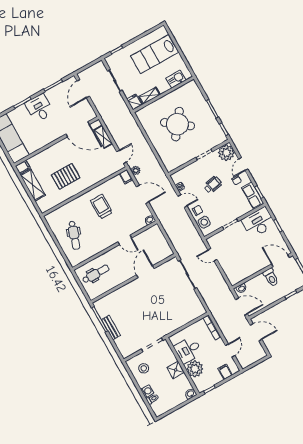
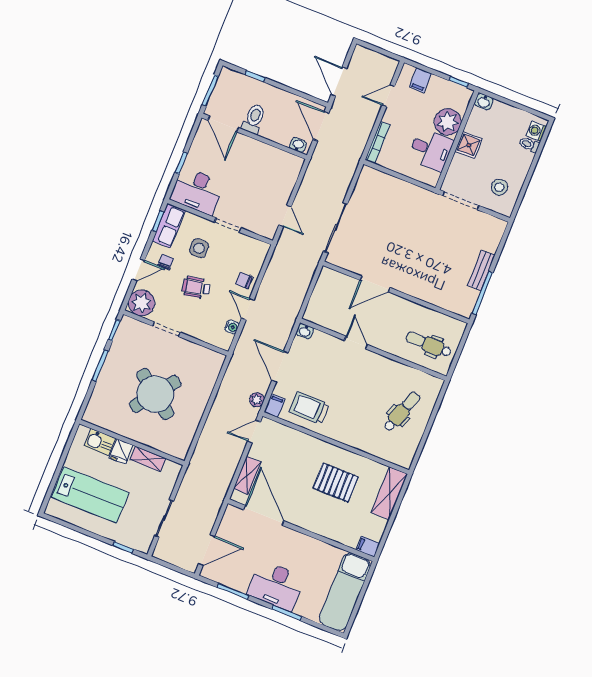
fridge: (134, 102) -> (121, 451), moved
desk: (39, 108) -> (276, 586), width x1.37
shelving: (33, 185) -> (389, 493), moved
trolley: (101, 207) -> (309, 408), moved, turned 90
side table: (204, 222) -> (199, 248), moved
washing machine: (147, 391) -> (536, 131), moved

